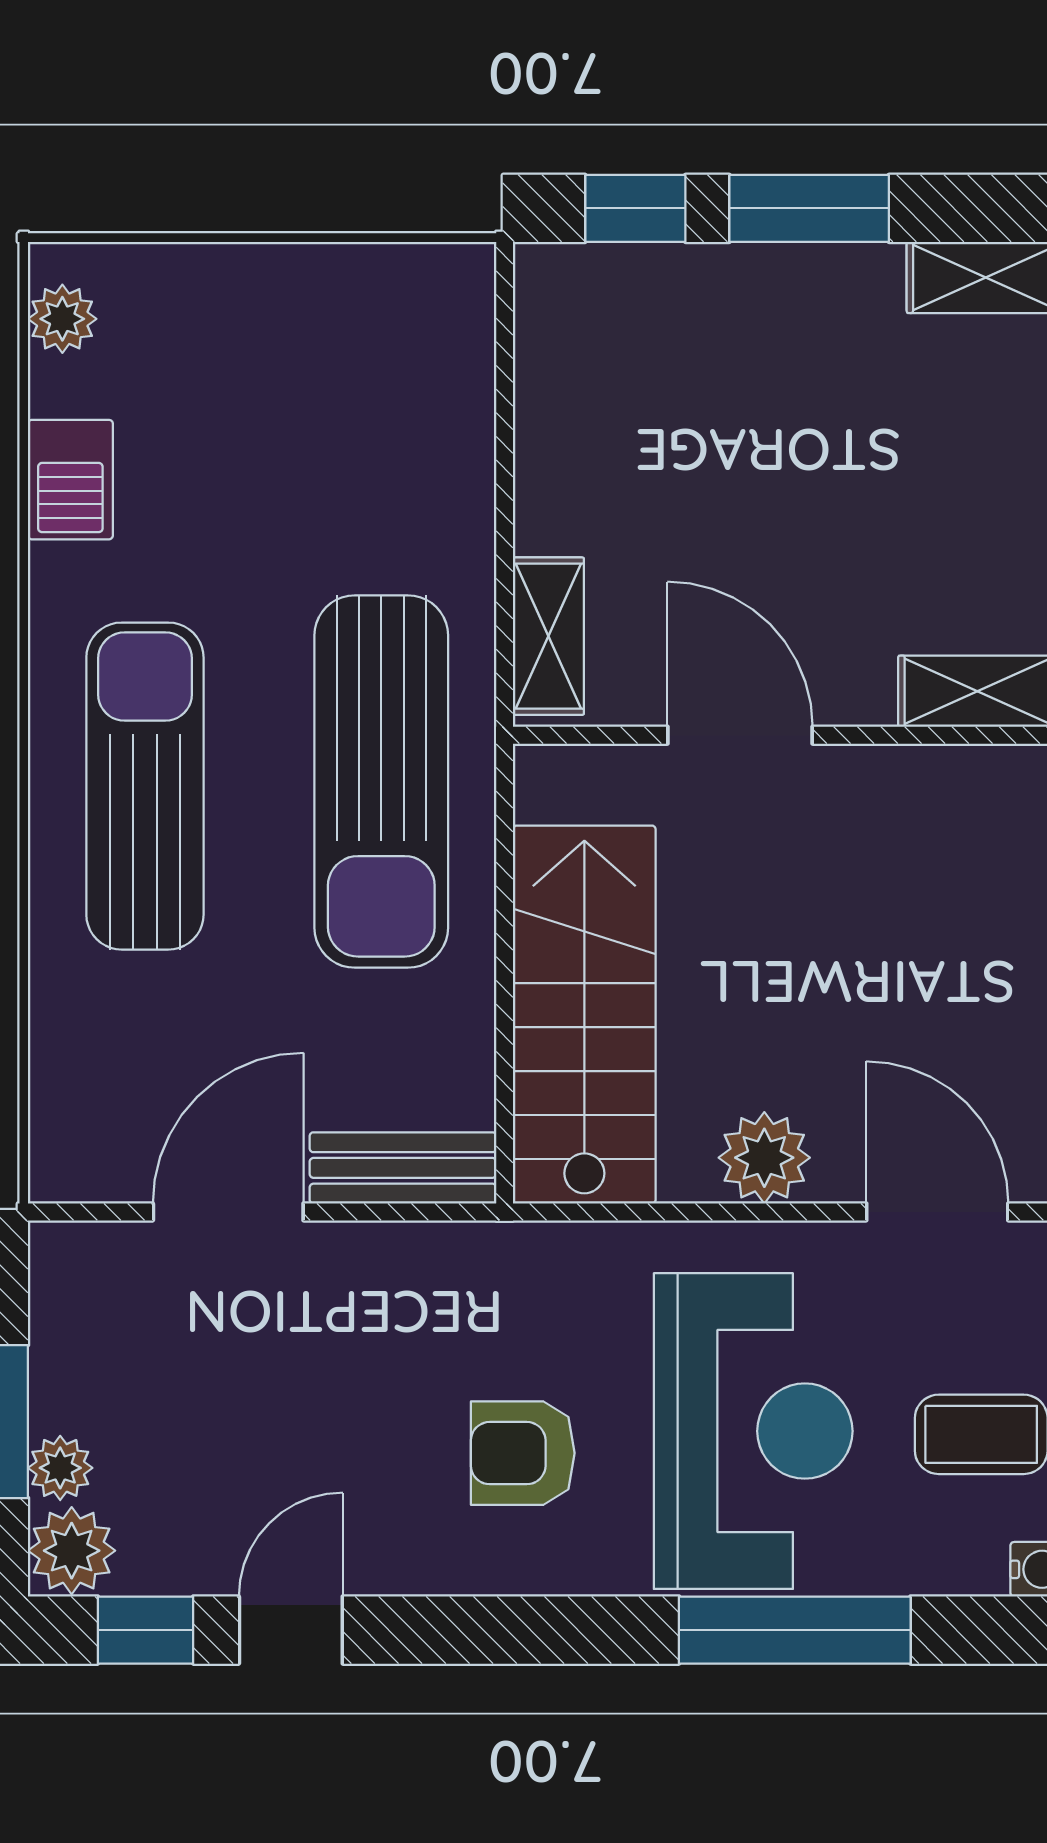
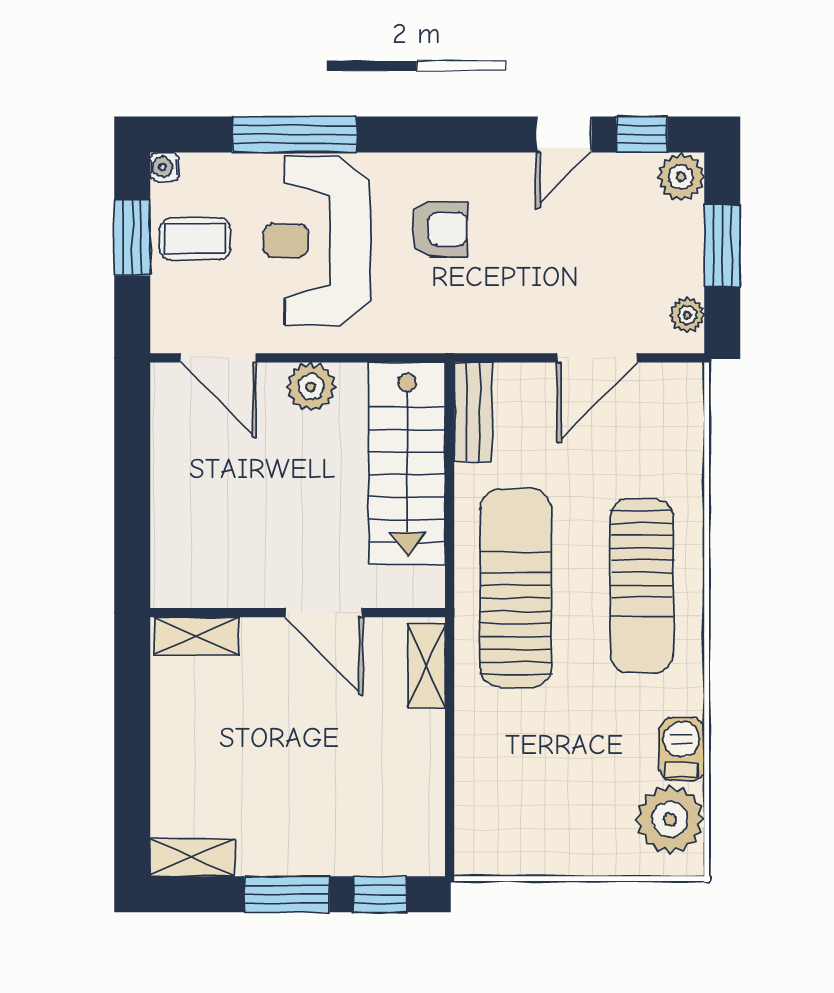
plant: (62, 319) -> (670, 819), width x1.87, depth x1.87
bench: (403, 1168) -> (473, 412), moved, turned 90
plant: (60, 1468) -> (687, 315), moved

